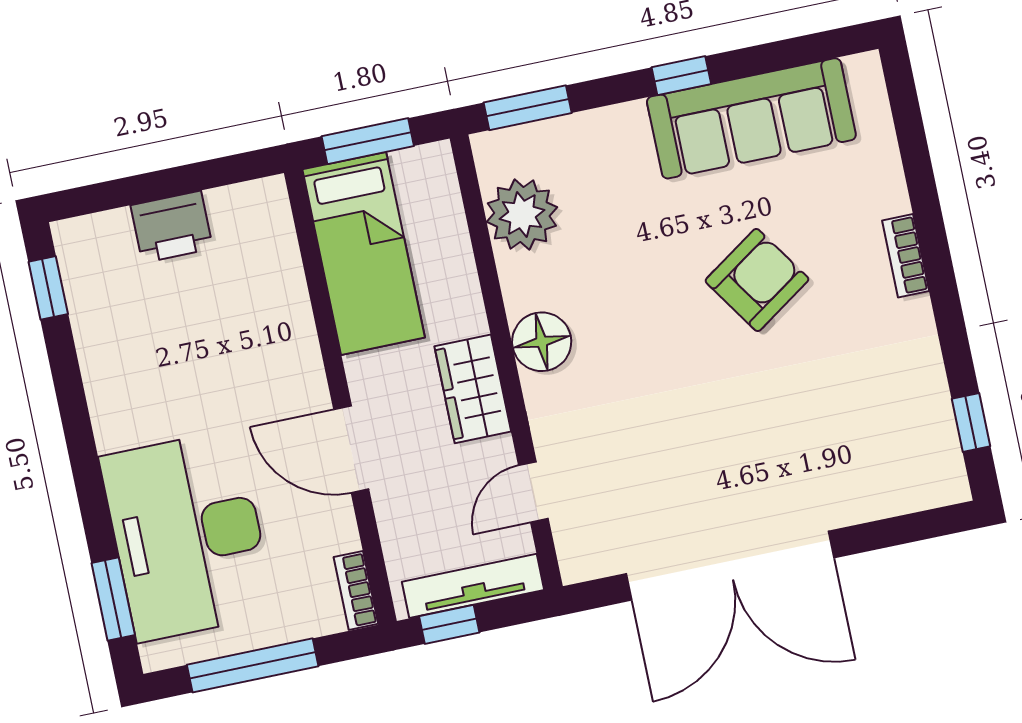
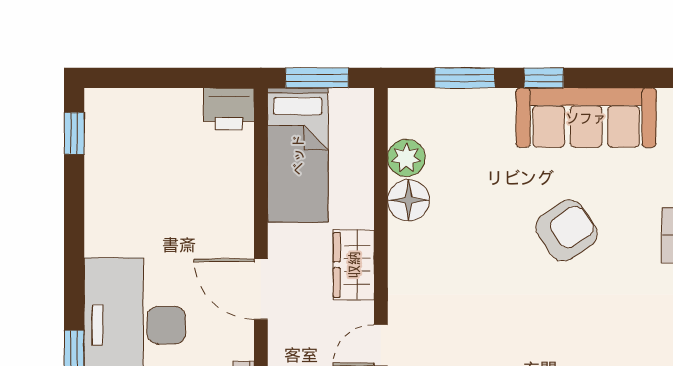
window: (528, 108) -> (465, 78), moved
plant: (522, 214) -> (406, 158), width x0.73, depth x0.73
printer: (172, 227) -> (229, 109), moved
floor lamp: (542, 342) -> (408, 200), moved

